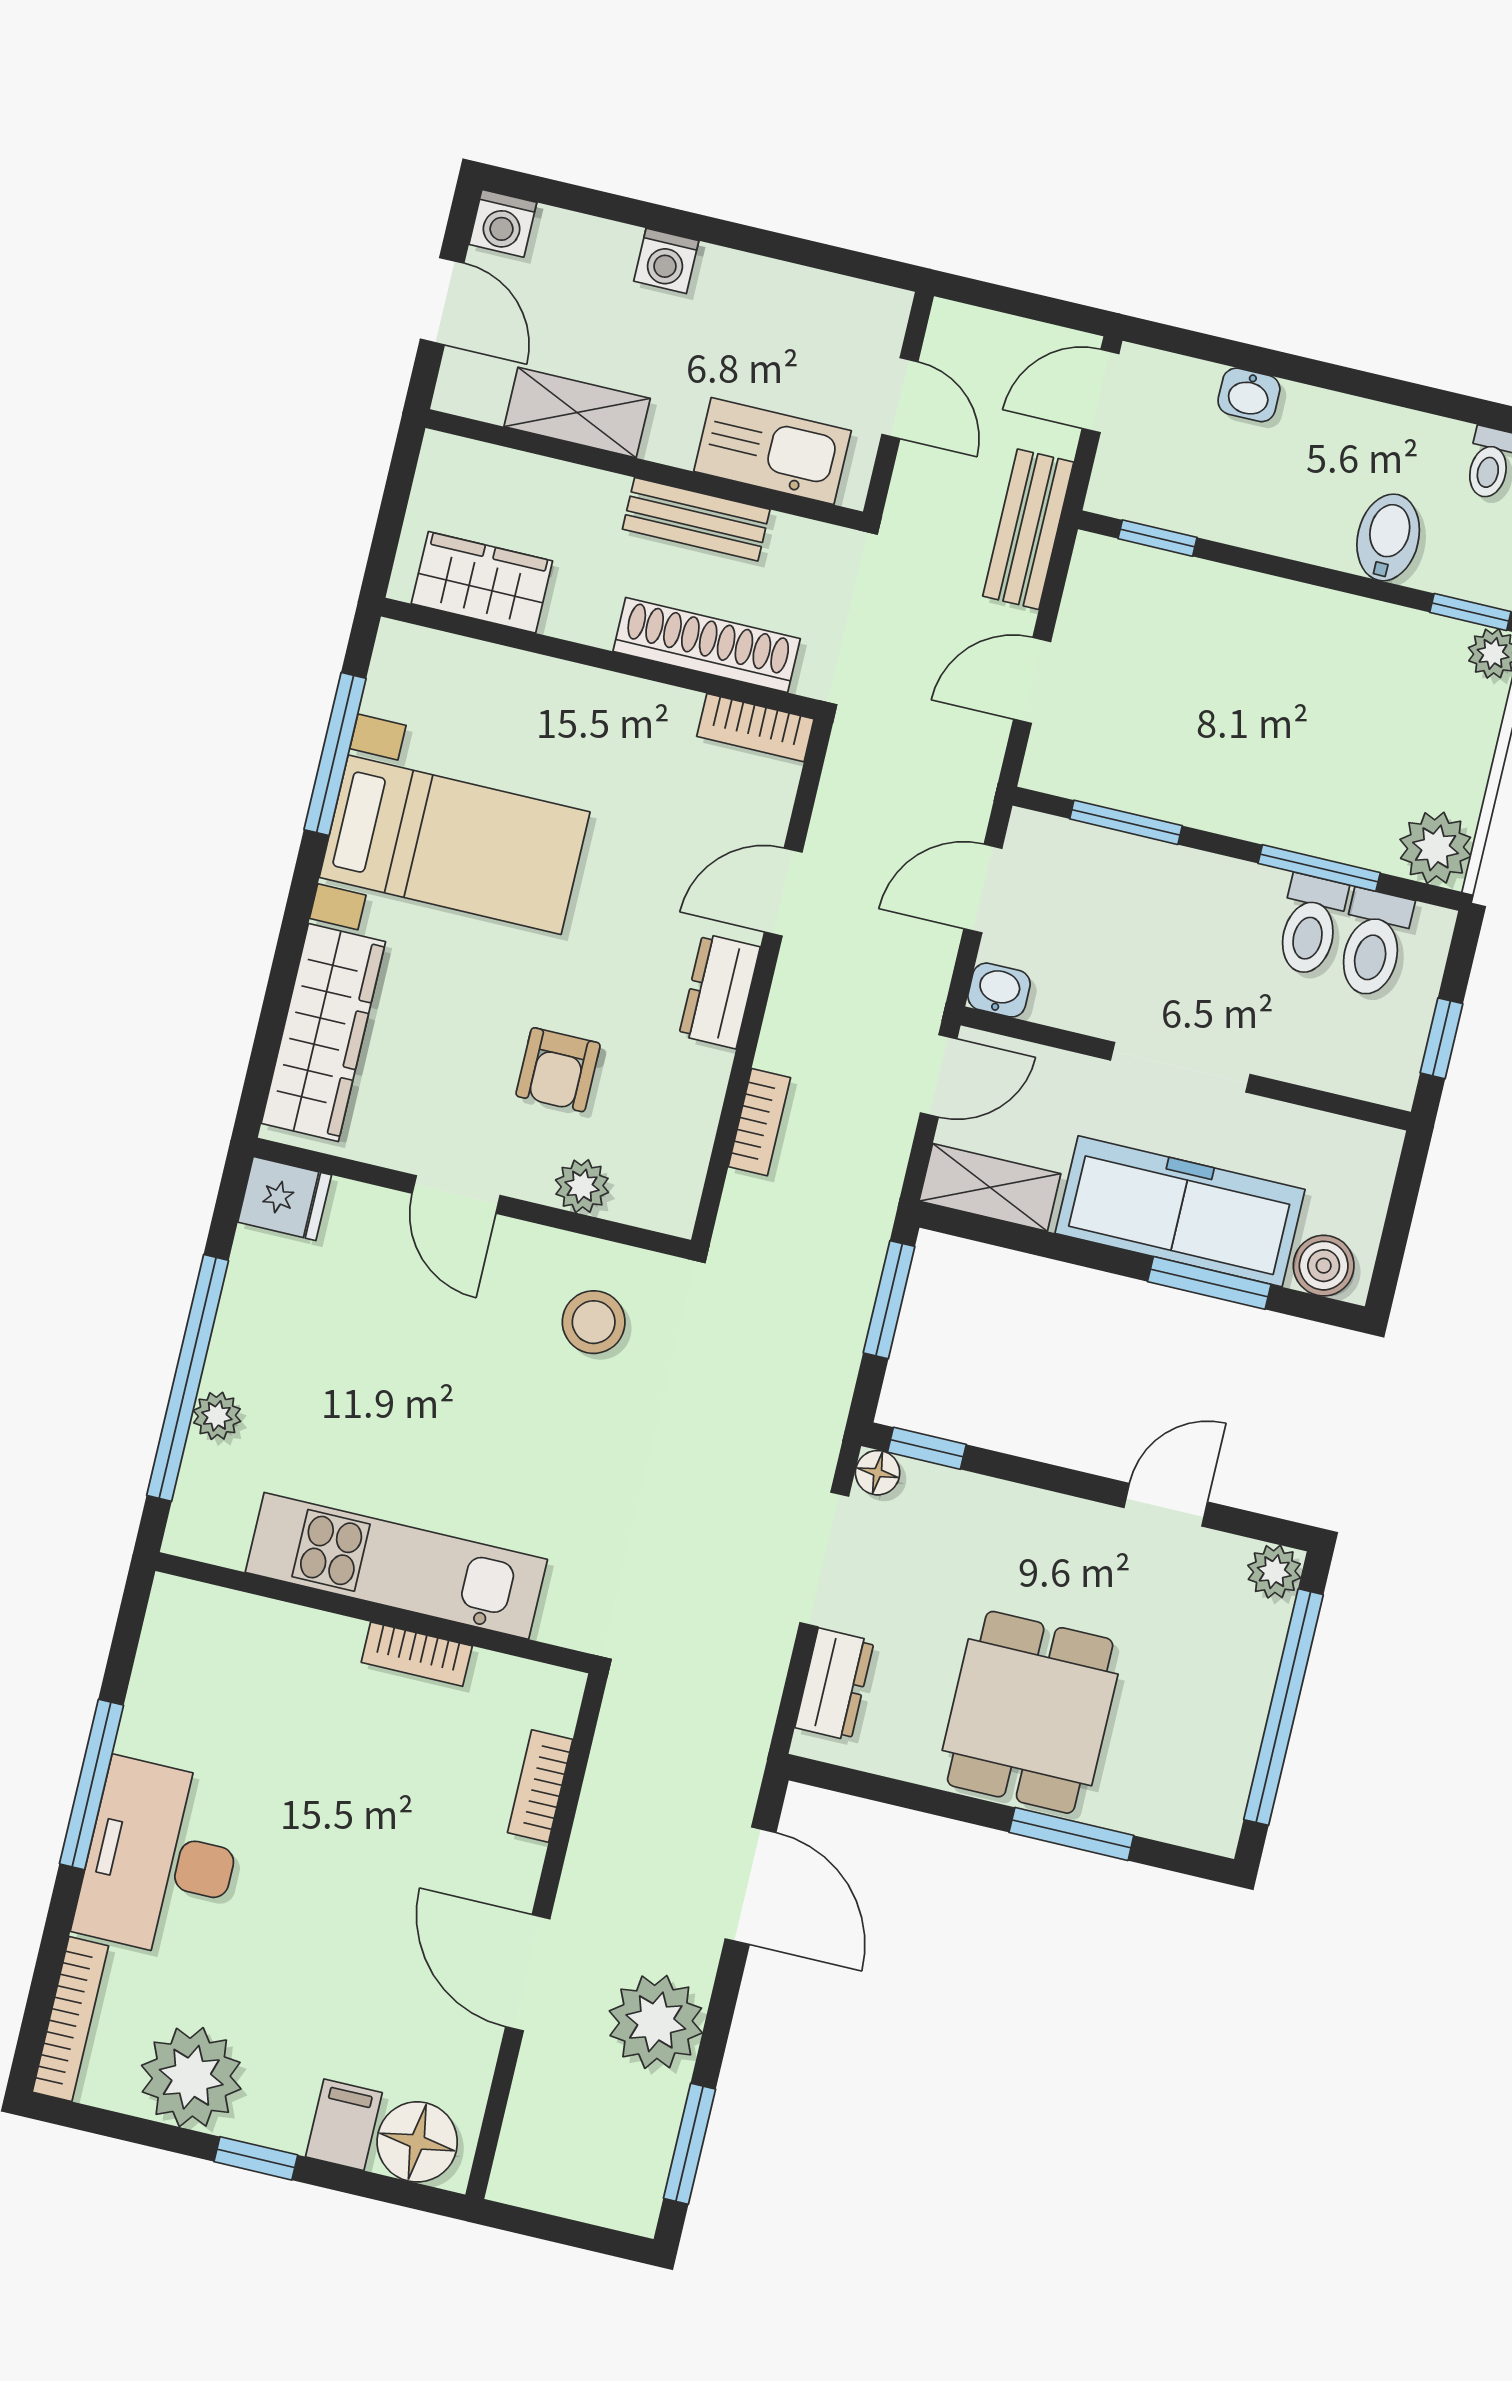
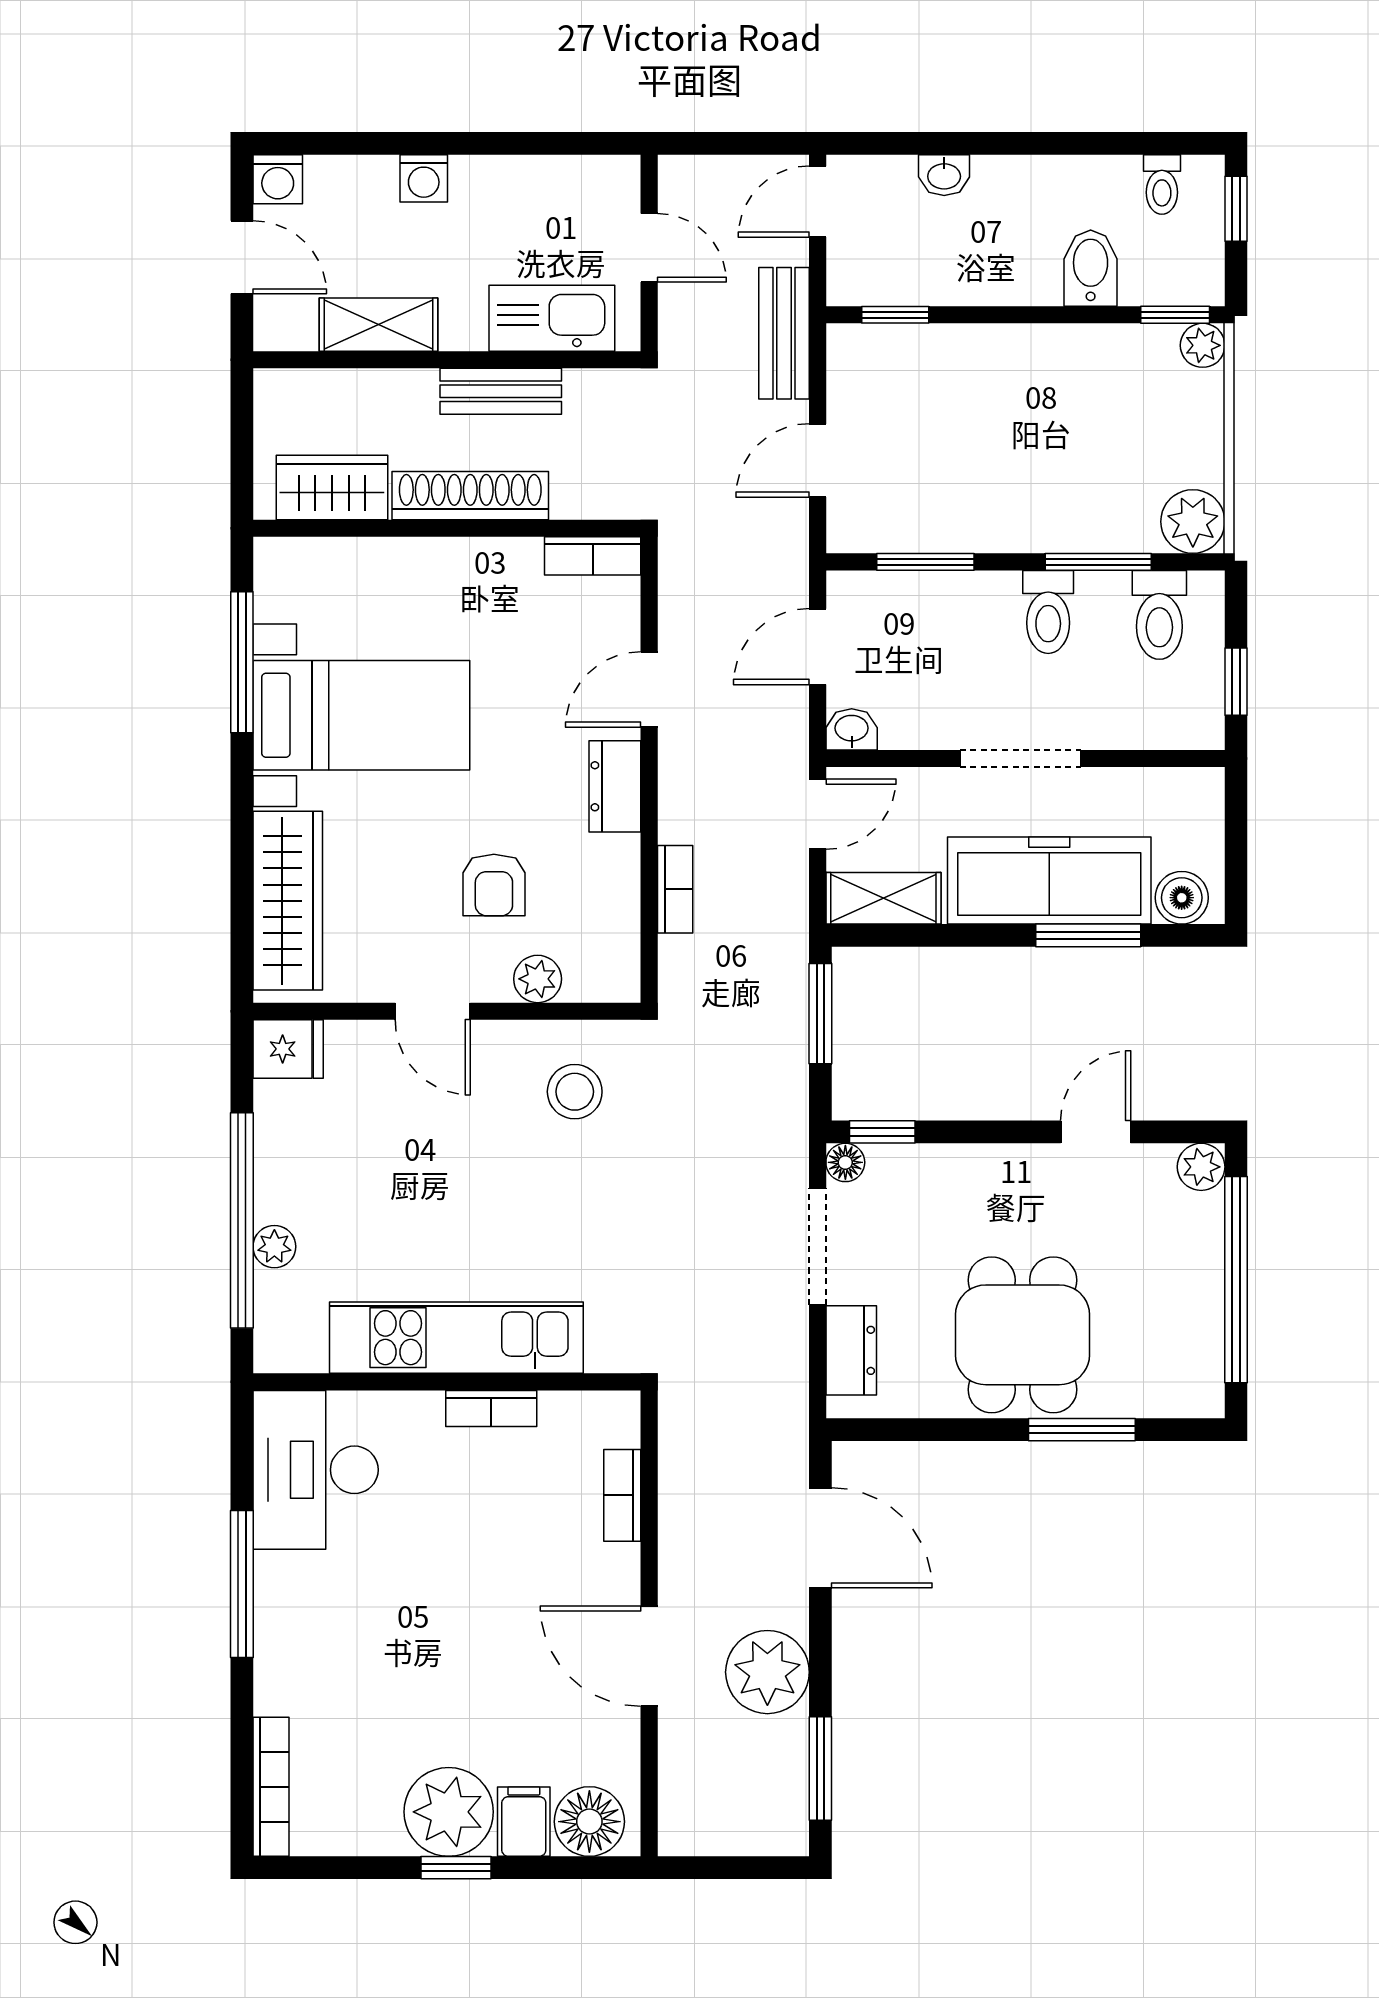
shoe rack: (707, 645) -> (470, 496), moved
toilet: (1311, 925) -> (1048, 612), moved
desk: (161, 1859) -> (316, 1470), moved
plant: (191, 2077) -> (449, 1812), moved

